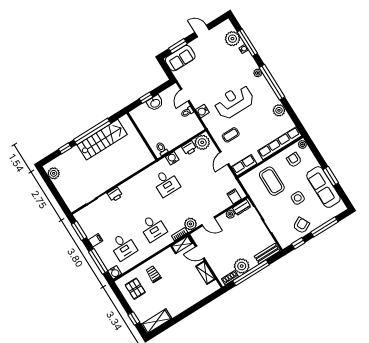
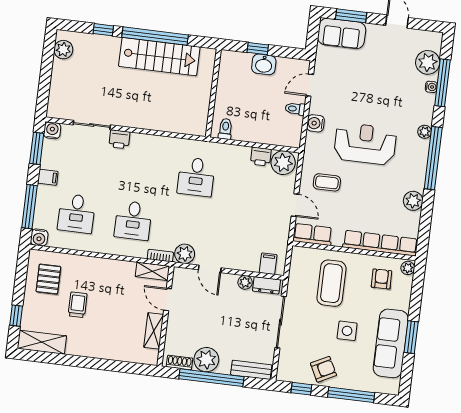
water cooler: (172, 158) -> (52, 130), moved
door: (224, 158) -> (295, 205), swing flipped
trolley: (153, 274) -> (78, 305), moved

